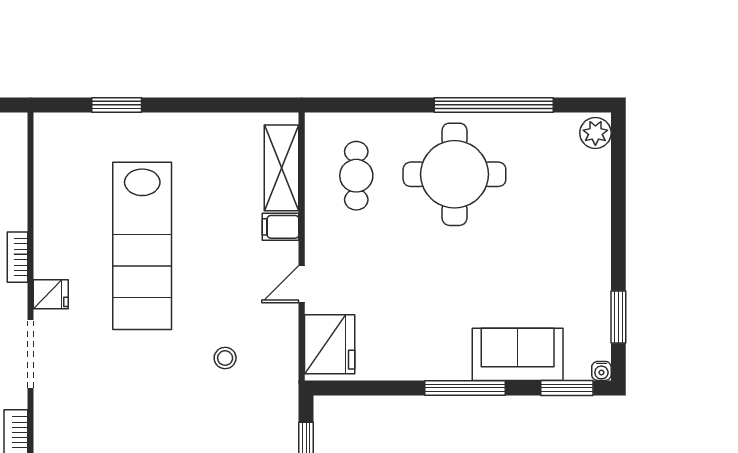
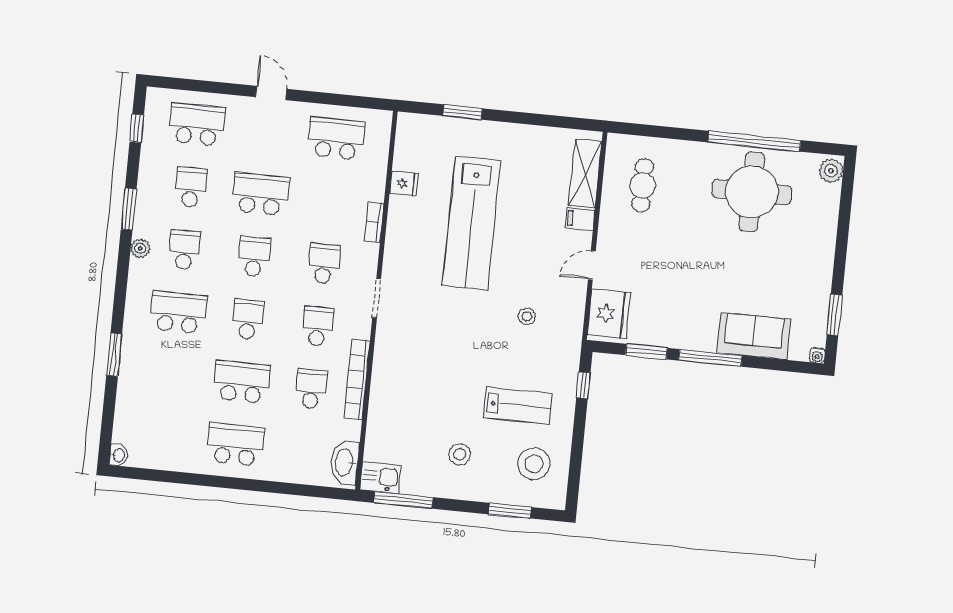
round table: (454, 174) -> (752, 192), moved
fridge: (51, 294) -> (404, 183), moved
doorway: (30, 354) -> (377, 298), width x0.73
window: (567, 388) -> (646, 352), moved

